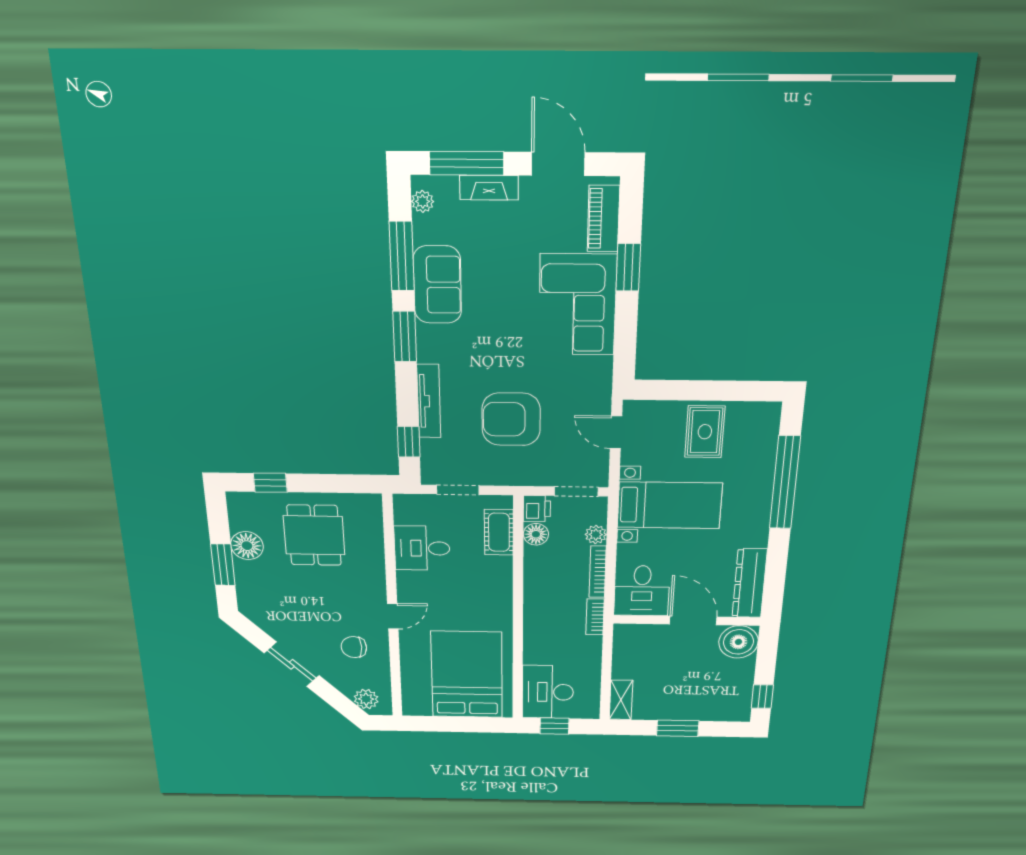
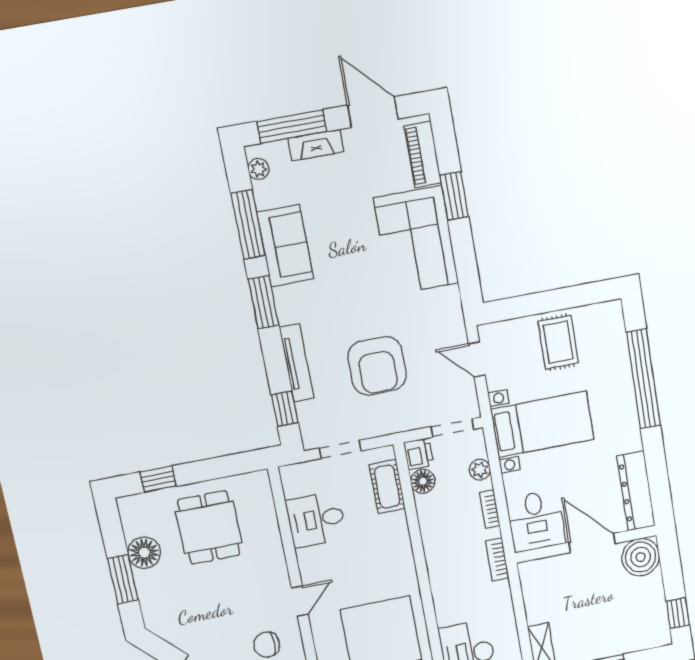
armchair: (511, 419) -> (377, 366), turned -90
bookcase: (598, 572) -> (490, 509), width x0.64

